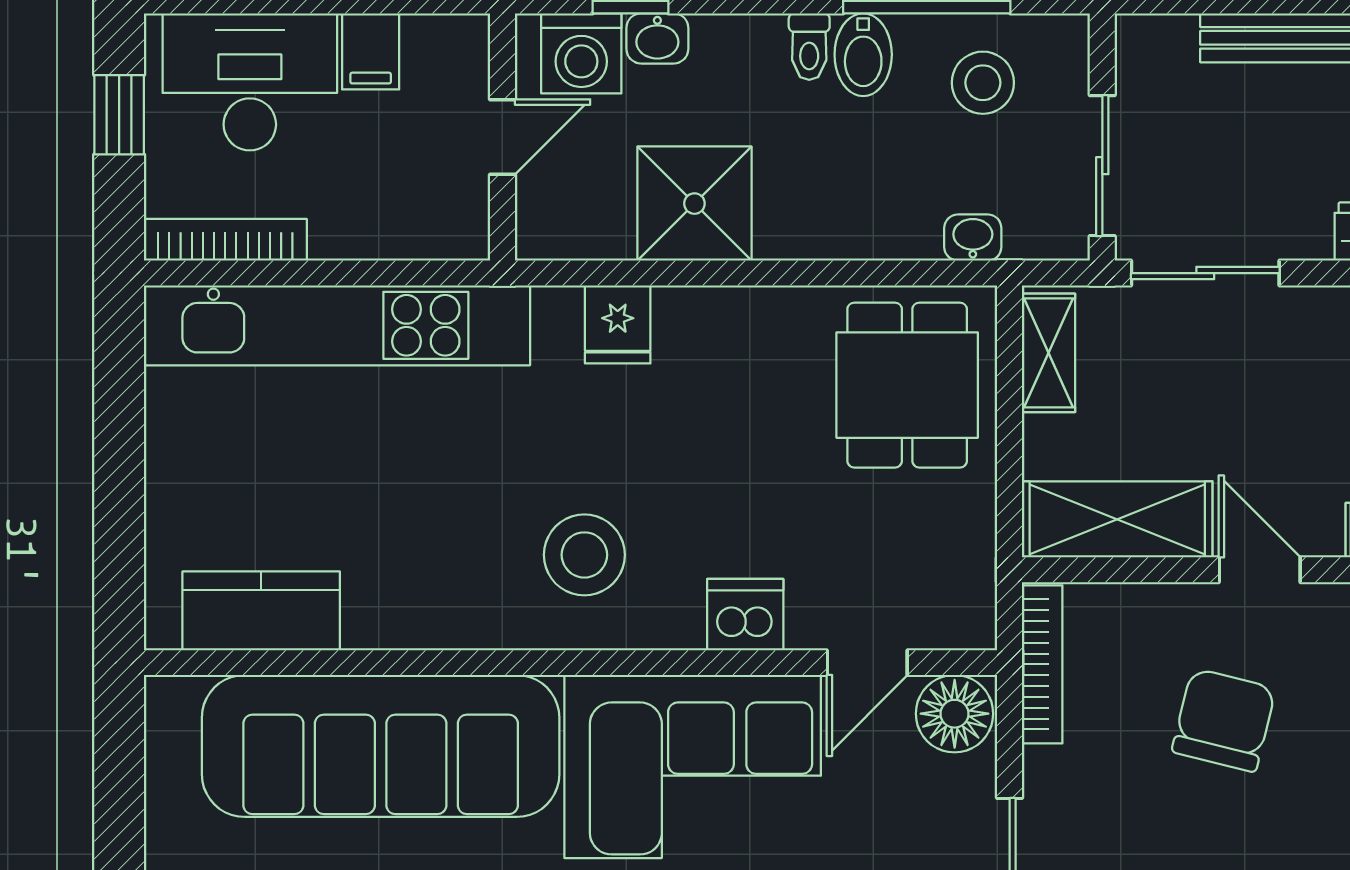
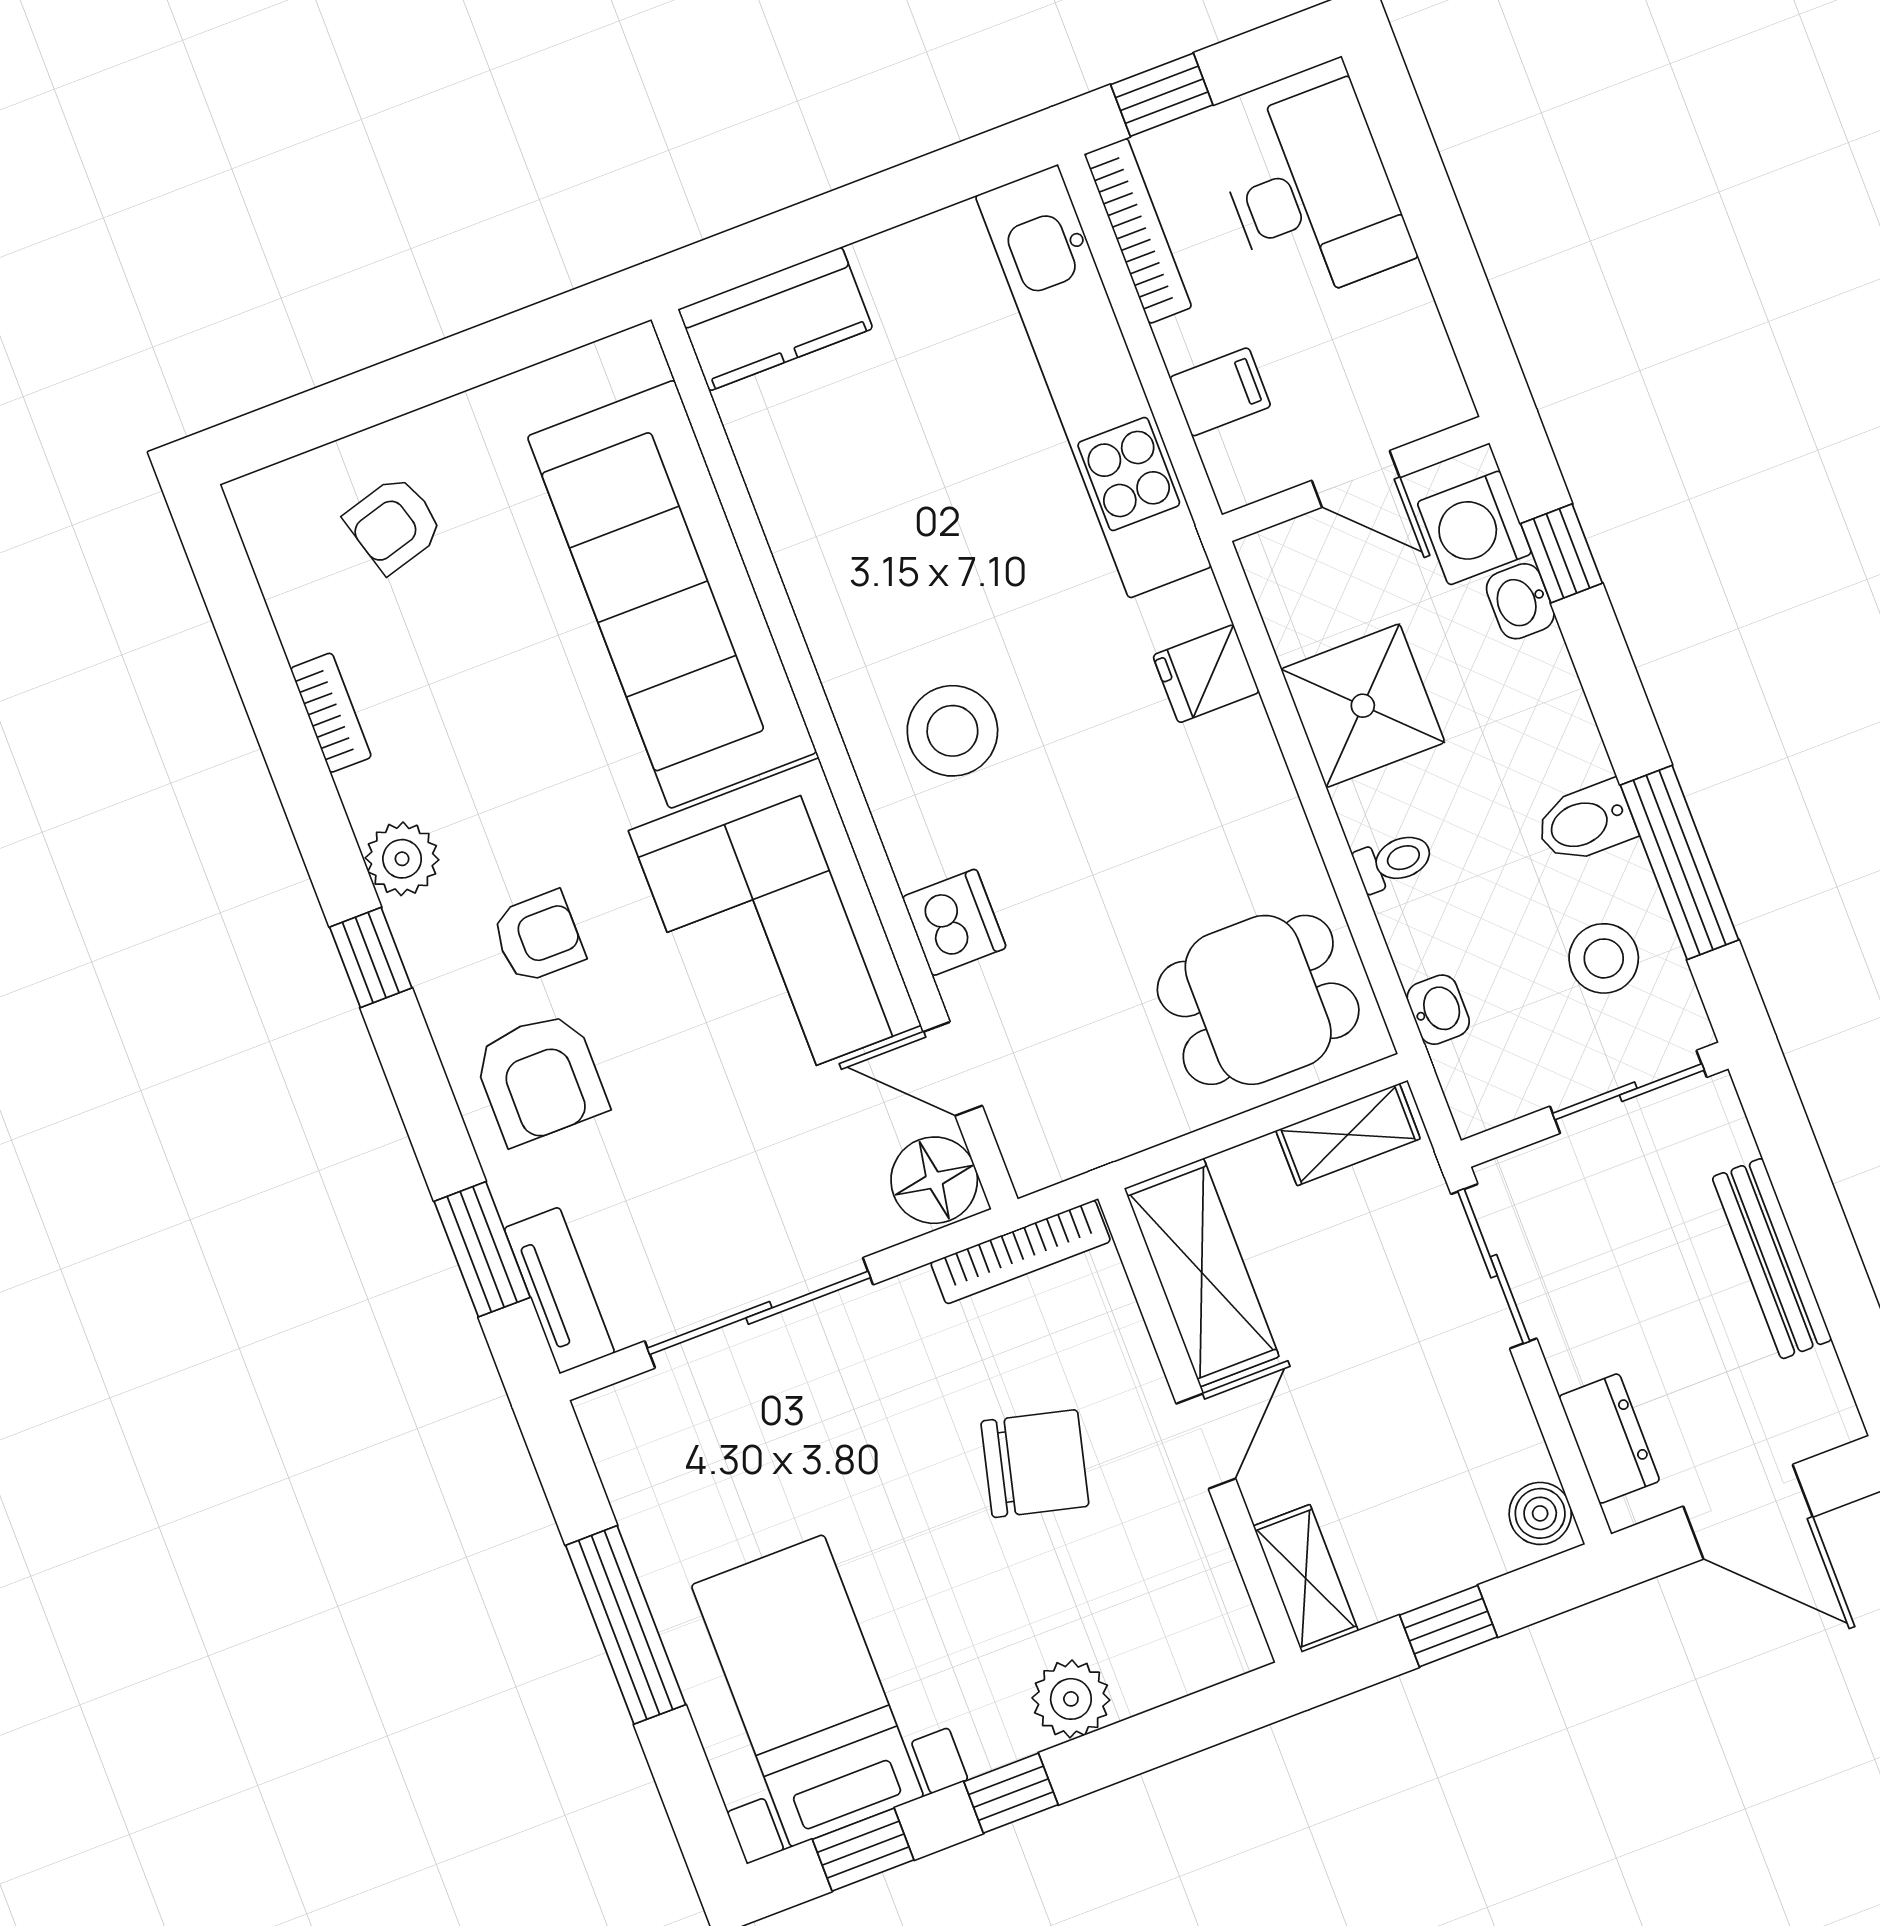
toilet: (809, 47) -> (1394, 861), moved, turned 180
filing cabinet: (371, 51) -> (1220, 392), moved, turned 180
window: (119, 115) -> (1162, 95), moved
sliding door: (1102, 166) -> (1628, 1092), moved
kitchen counter: (261, 611) -> (775, 319), moved, turned 90

